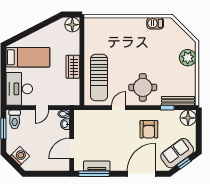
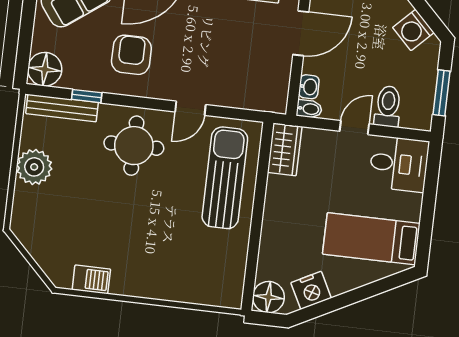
nightstand: (53, 30) -> (311, 290), added
plant: (188, 58) -> (34, 167), moved
wardrobe: (73, 67) -> (285, 149), moved
desk: (19, 89) -> (399, 164), width x0.73
toilet: (15, 119) -> (388, 106), moved

